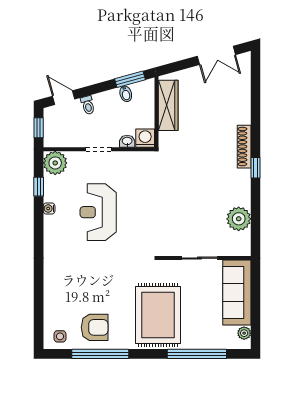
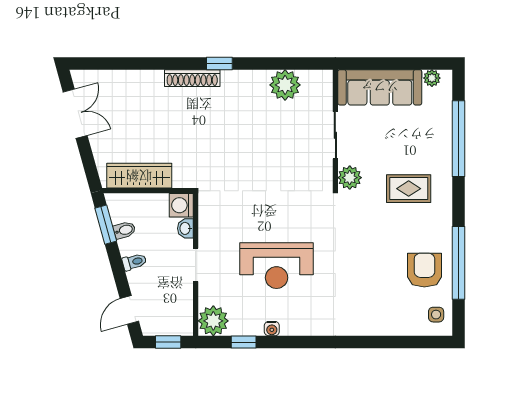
toilet: (88, 105) -> (134, 262), moved
plant: (167, 269) -> (350, 178), added
rug: (158, 315) -> (409, 189), width x0.54, depth x0.49

